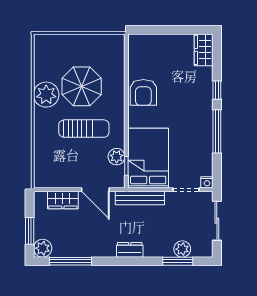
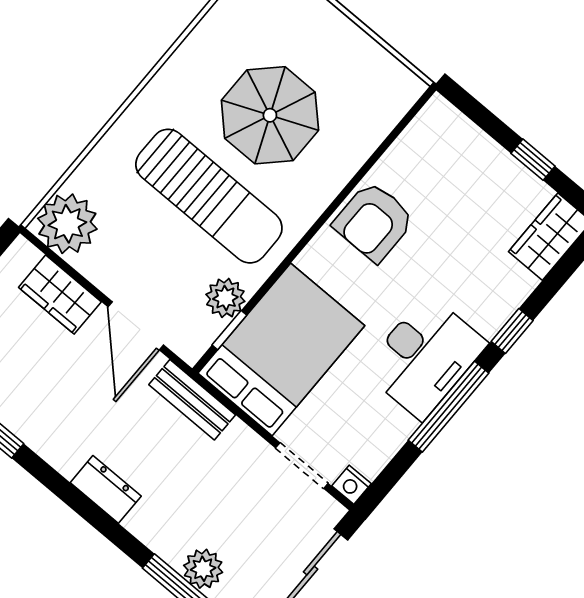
window: (178, 30) -> (533, 160), added
plant: (46, 95) -> (67, 224), moved
desk: (196, 122) -> (425, 357), added
sun lounger: (84, 129) -> (209, 196), width x1.36, depth x1.34
bench: (140, 198) -> (192, 400), width x0.73

